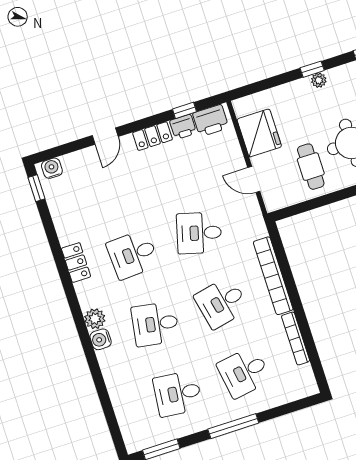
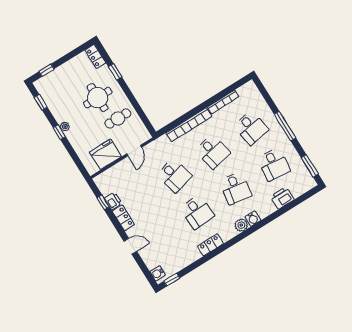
printer: (211, 121) -> (282, 198), moved, turned -90
desk: (199, 233) -> (174, 175), turned -30

